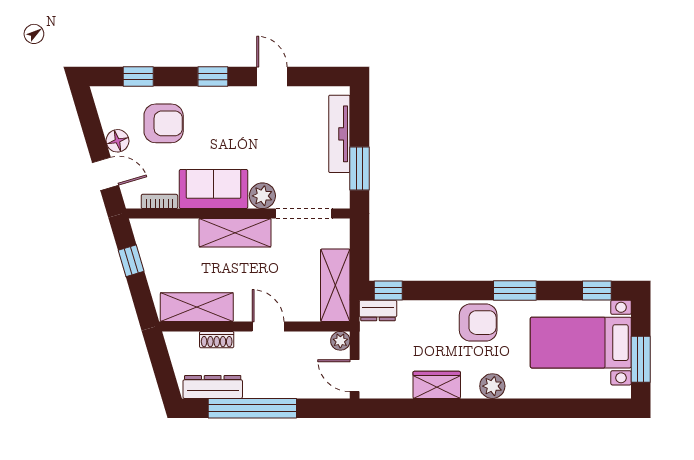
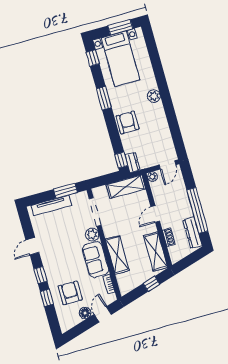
window: (138, 76) -> (47, 298), moved
shelving: (235, 233) -> (117, 255), moved
window: (131, 261) -> (151, 284), moved
armchair: (478, 323) -> (128, 123), moved
wardrobe: (437, 385) -> (161, 123), removed

